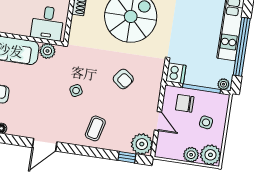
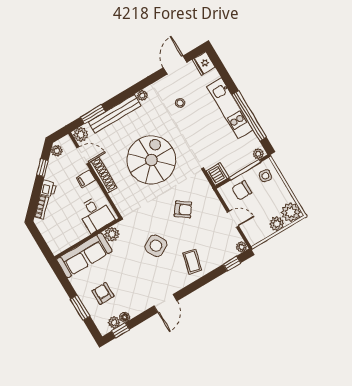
side table: (76, 91) -> (156, 246), width x1.87, depth x1.87
side table: (206, 122) -> (265, 176), moved
plant: (142, 144) -> (241, 247), width x0.53, depth x0.53

